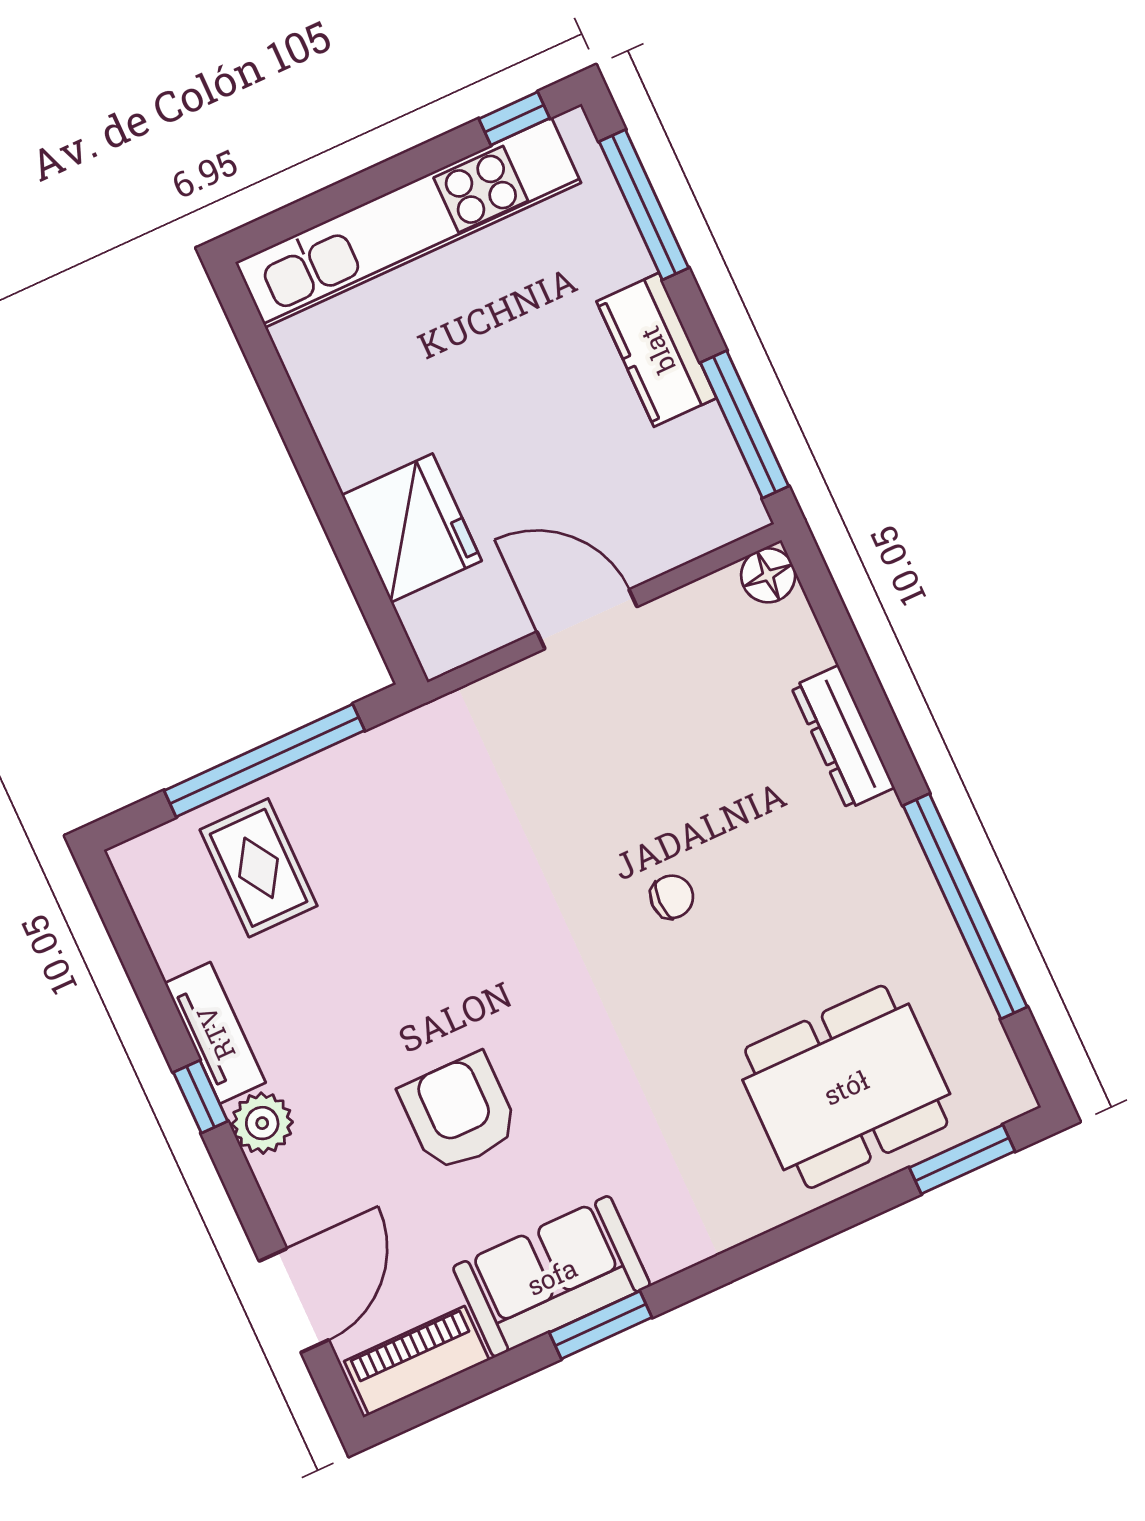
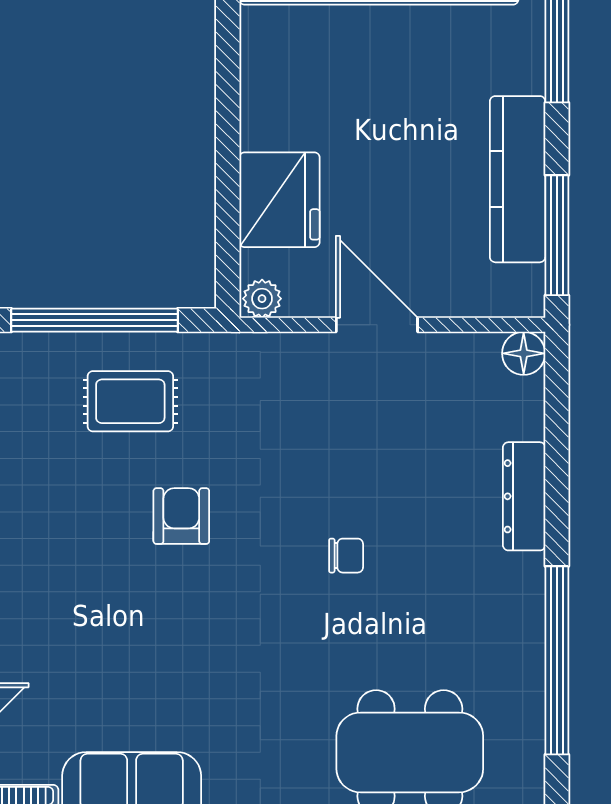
kitchen counter: (657, 350) -> (518, 179), width x1.50
plant: (443, 649) -> (262, 299), added
rug: (259, 868) -> (130, 401), moved, turned 90
armchair: (459, 1112) -> (181, 516), moved, width x0.72, depth x0.72

